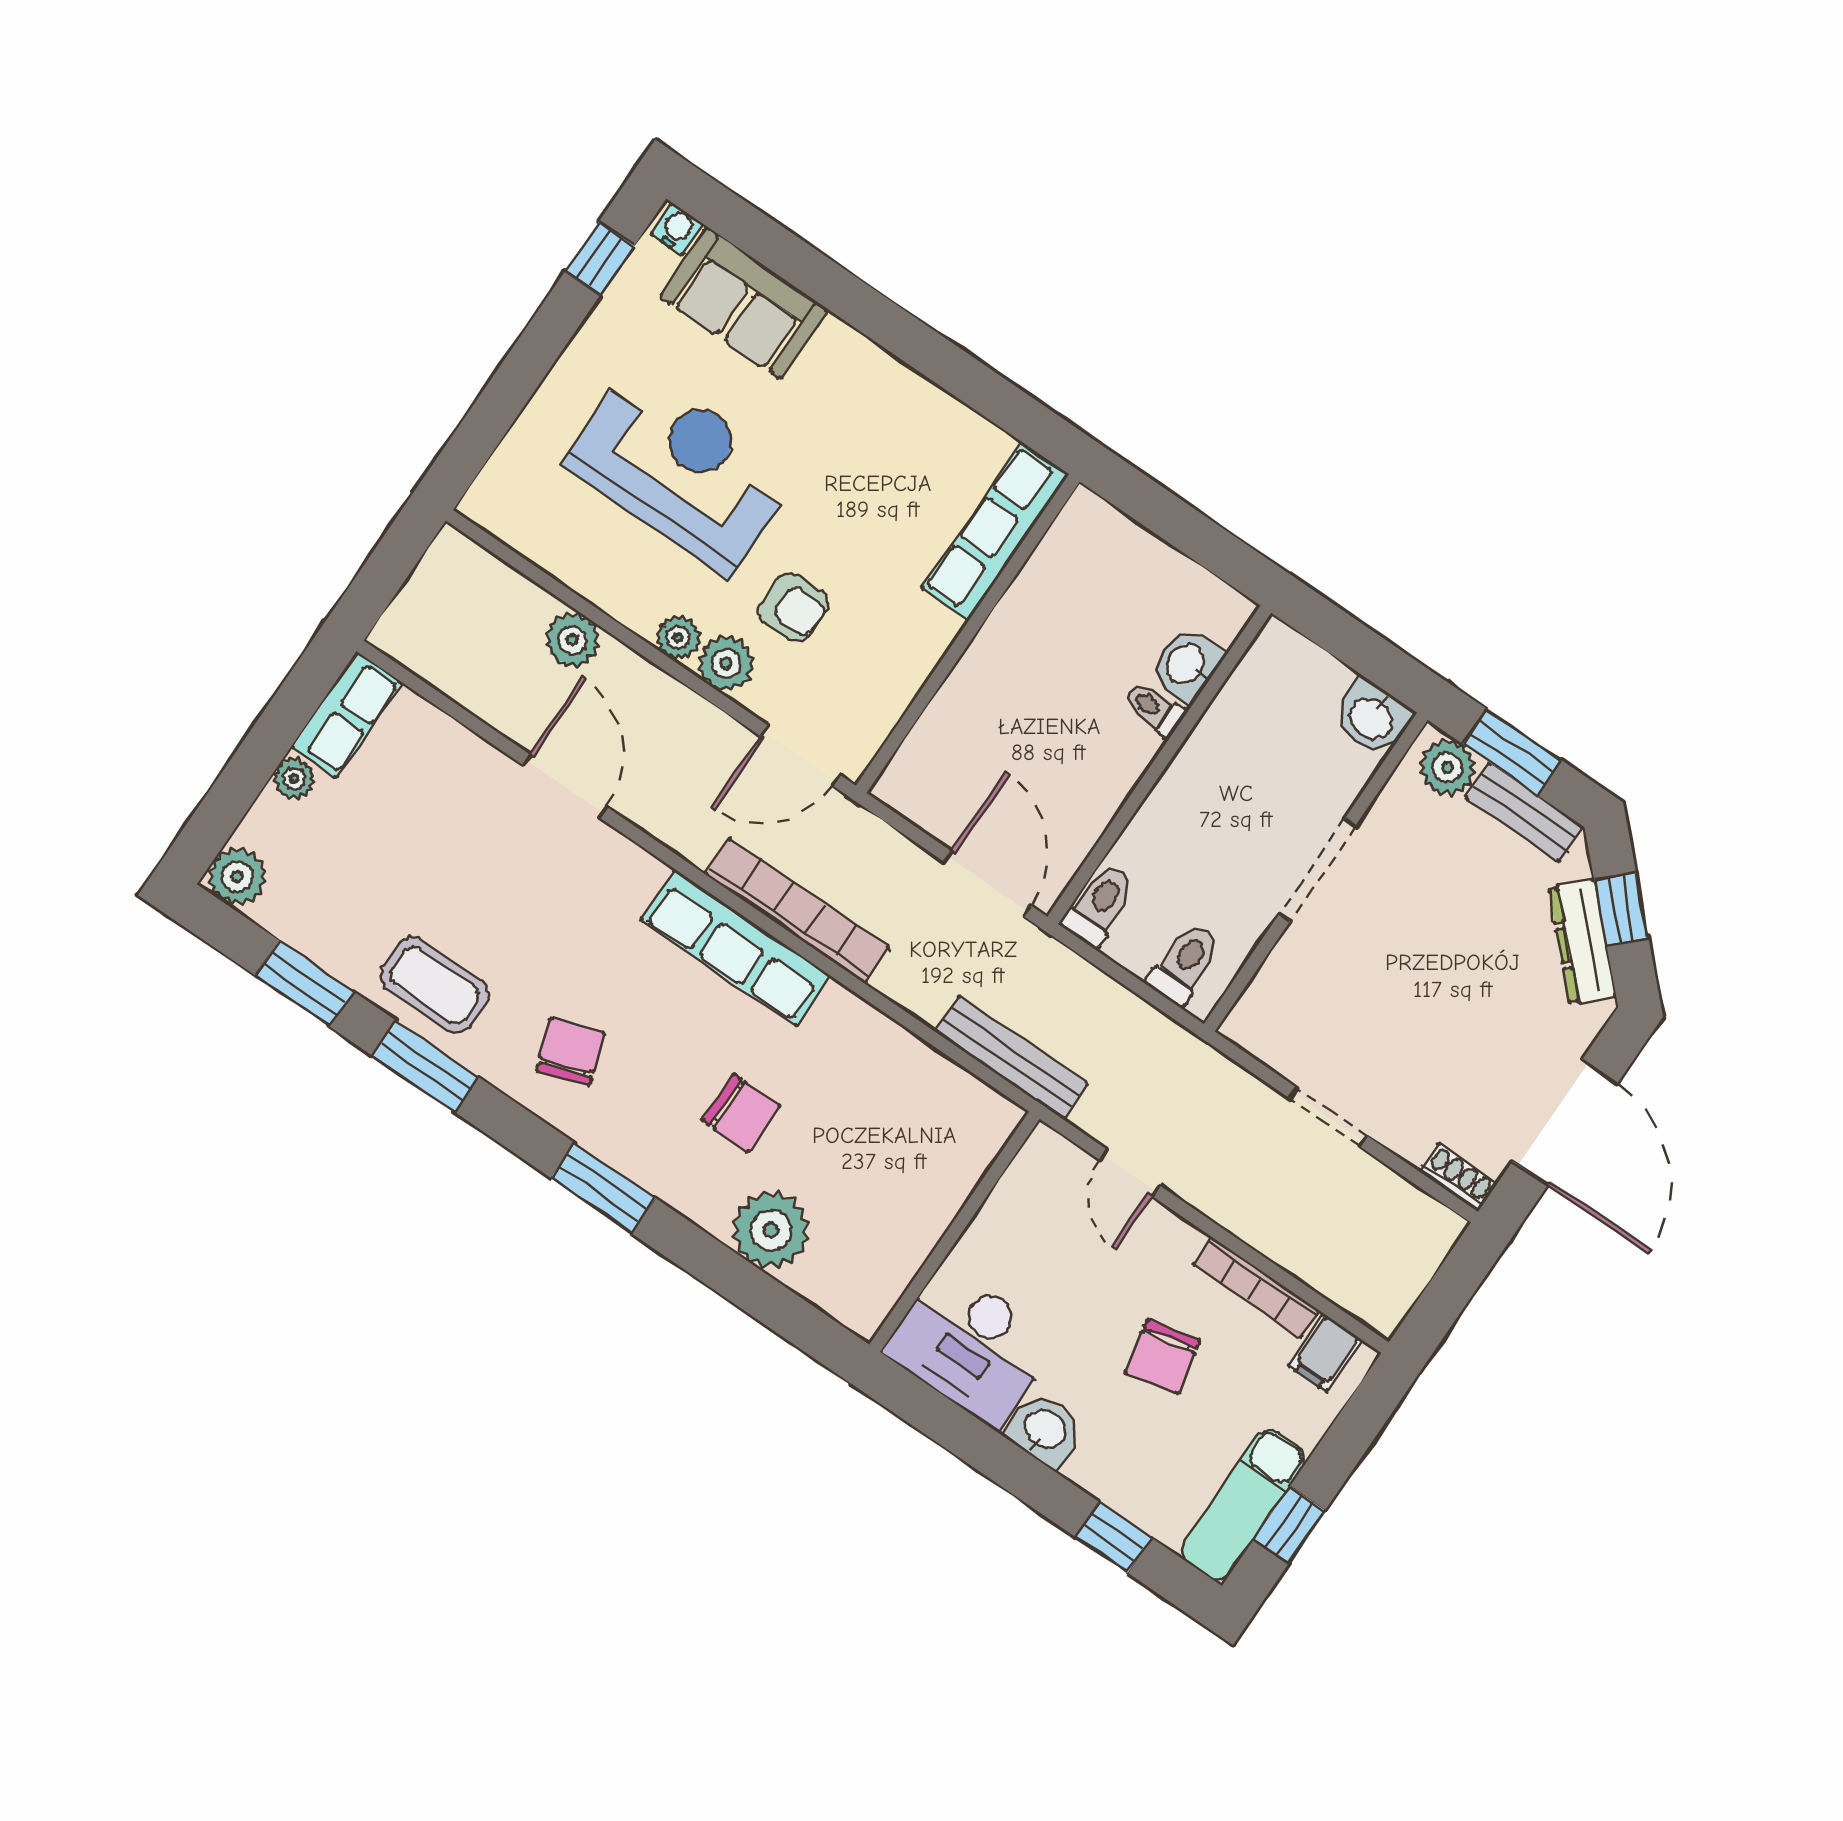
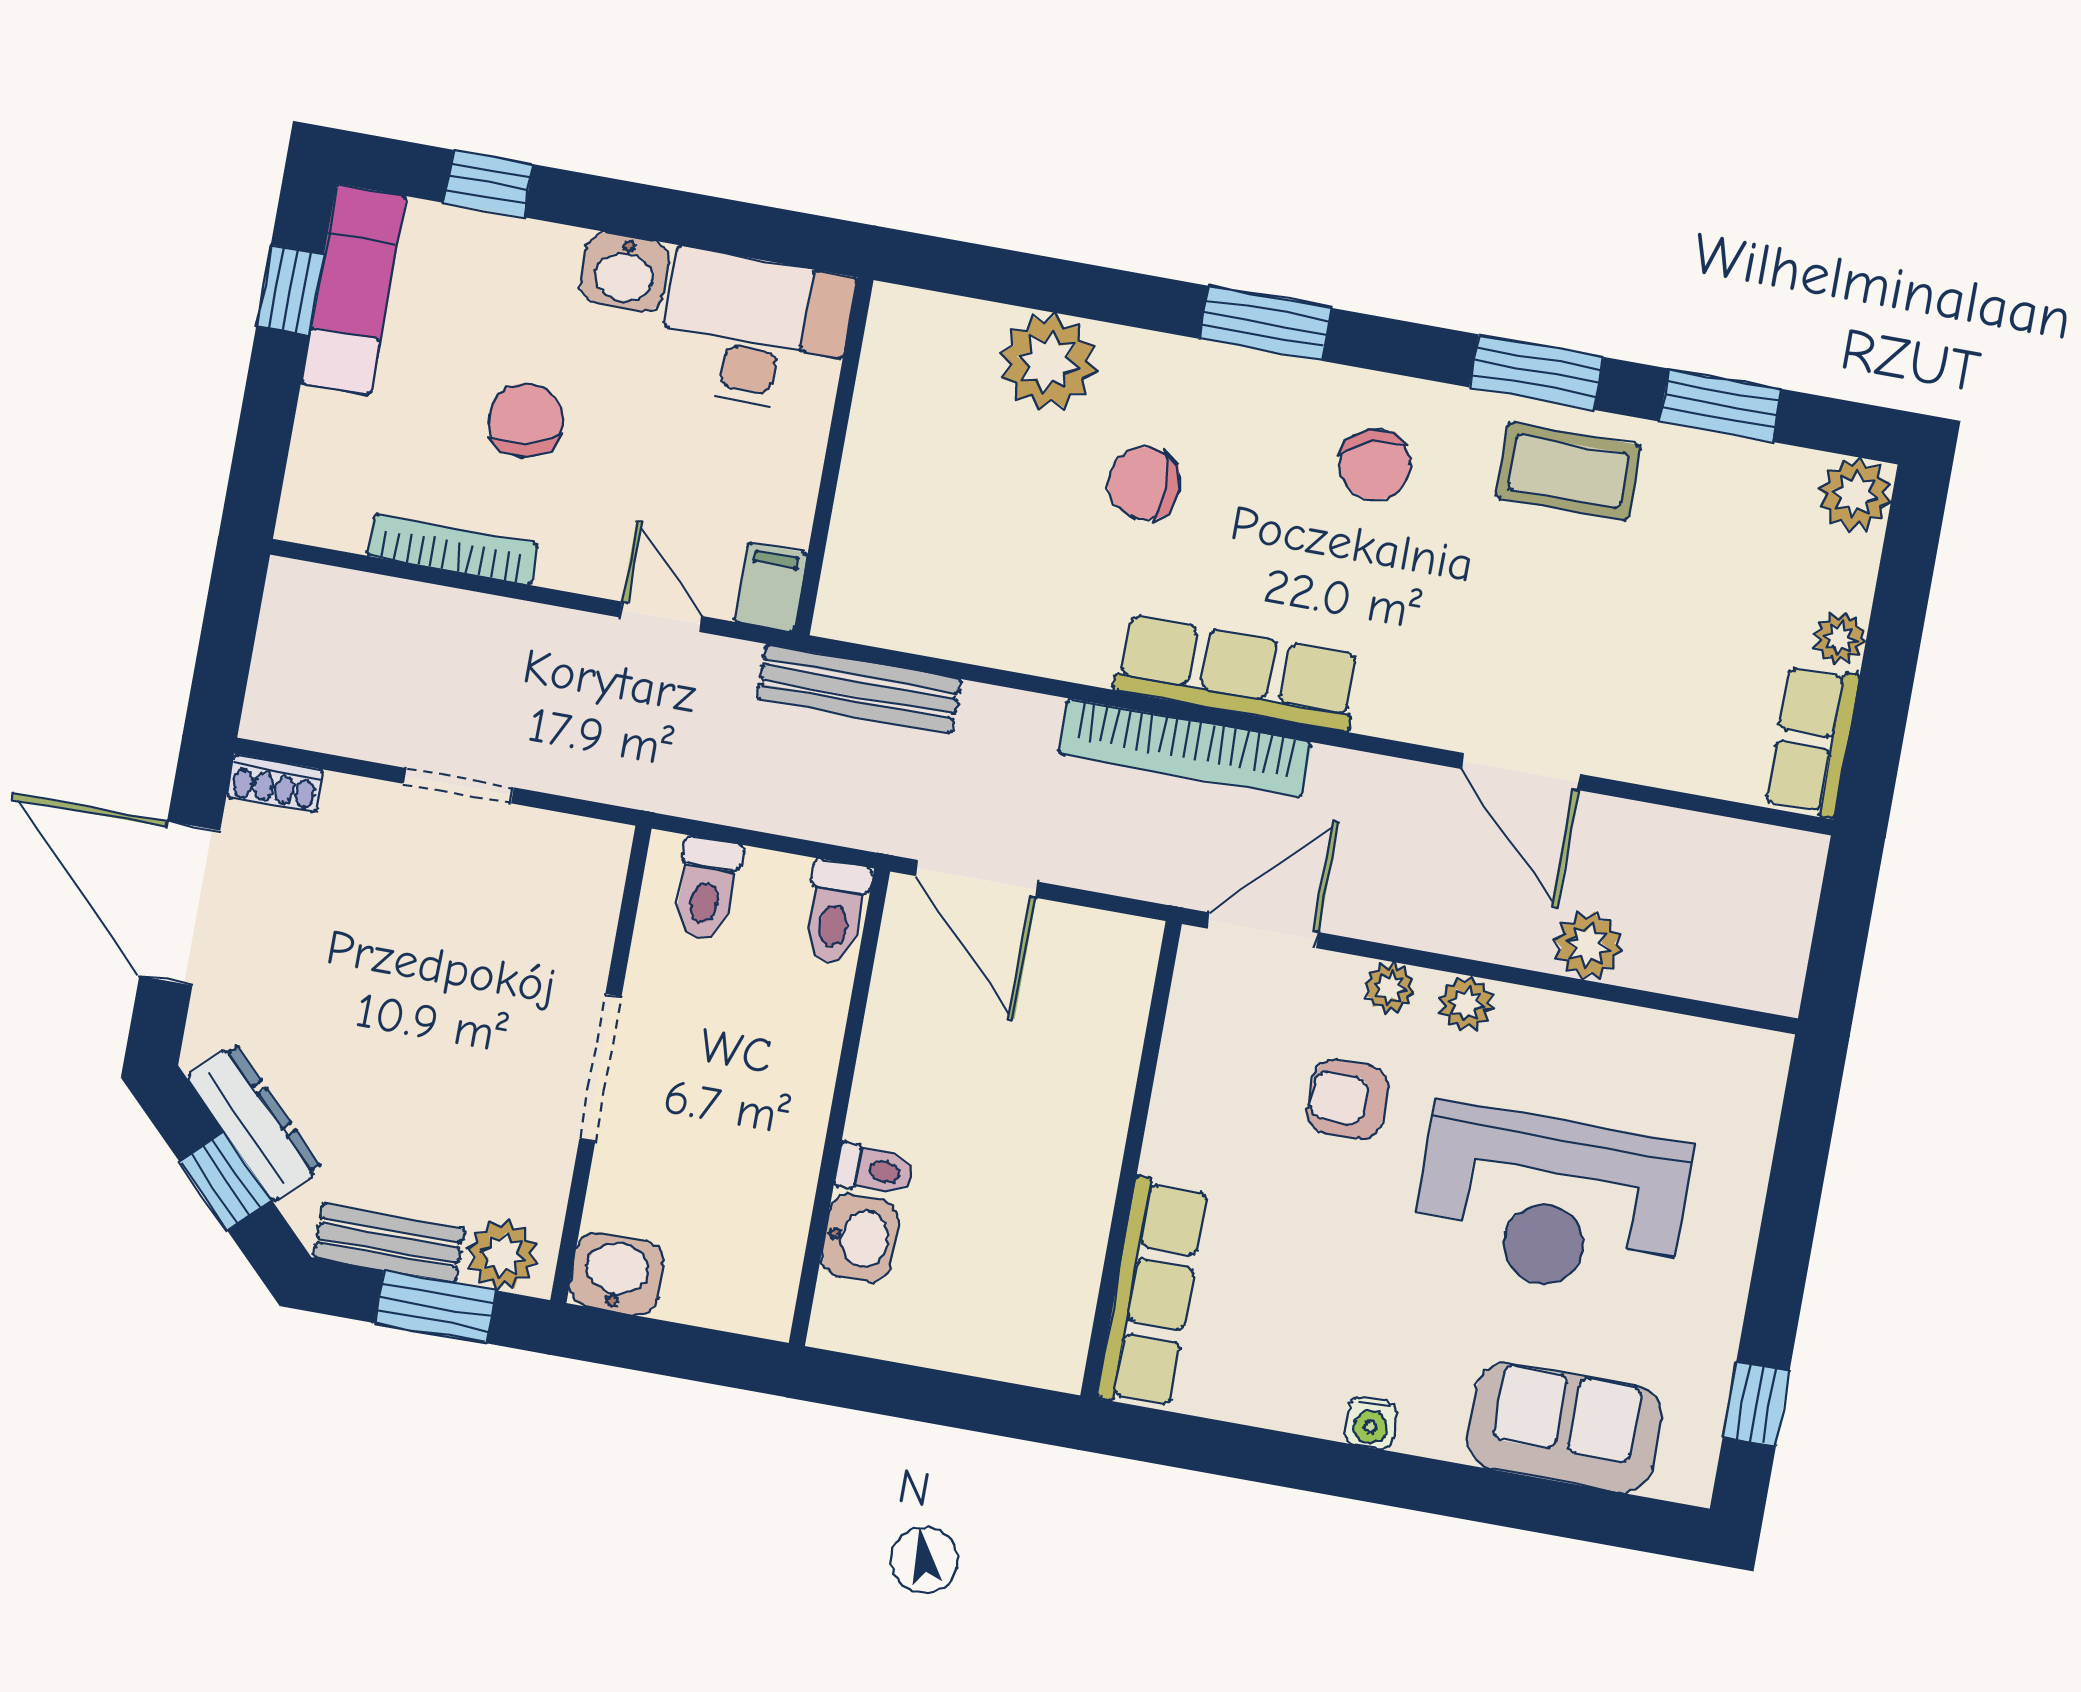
water cooler: (677, 229) -> (1371, 1423), moved
plant: (726, 663) -> (1389, 987), width x0.73, depth x0.73
filing cabinet: (1325, 1353) -> (771, 587), moved

